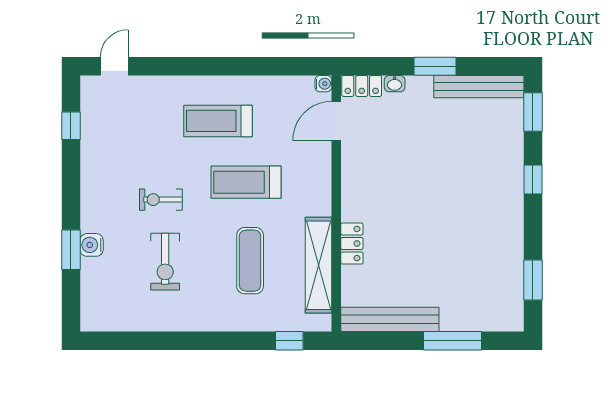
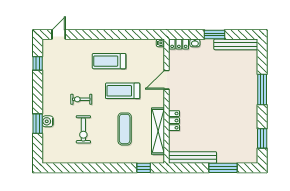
window: (533, 112) -> (262, 57), removed
door: (336, 121) -> (167, 80), moved
window: (533, 179) -> (262, 90), width x2.17

